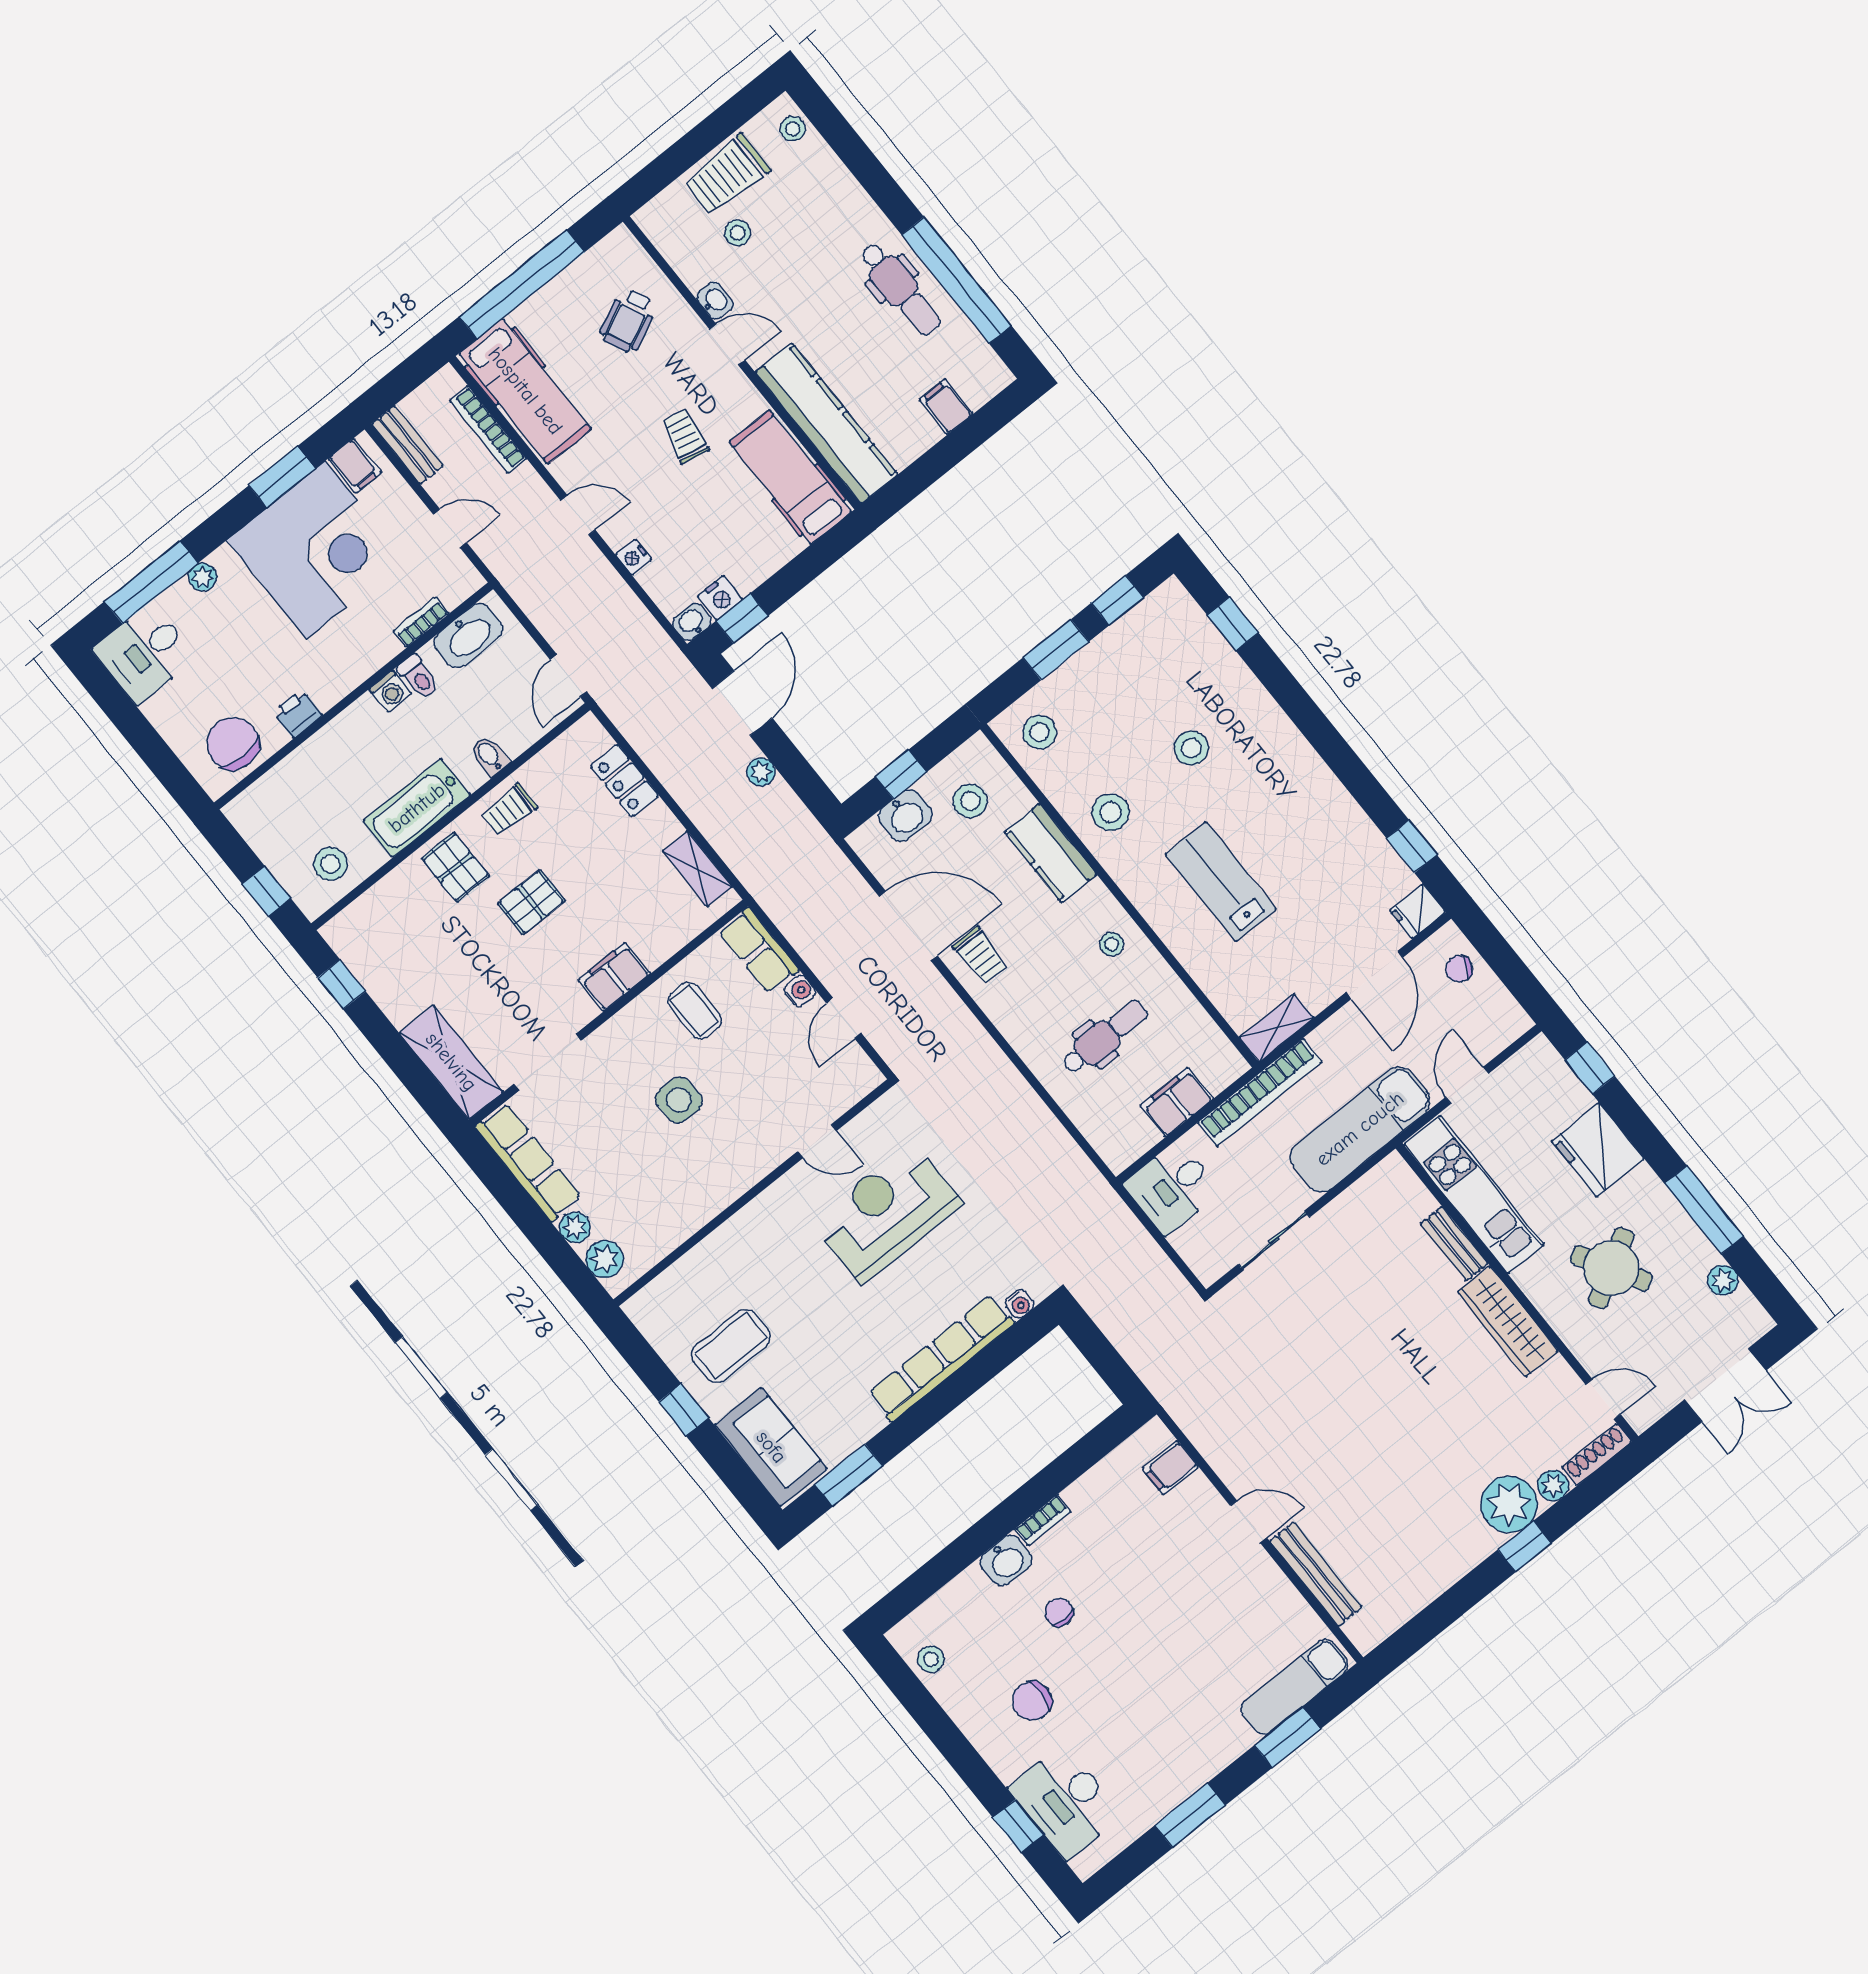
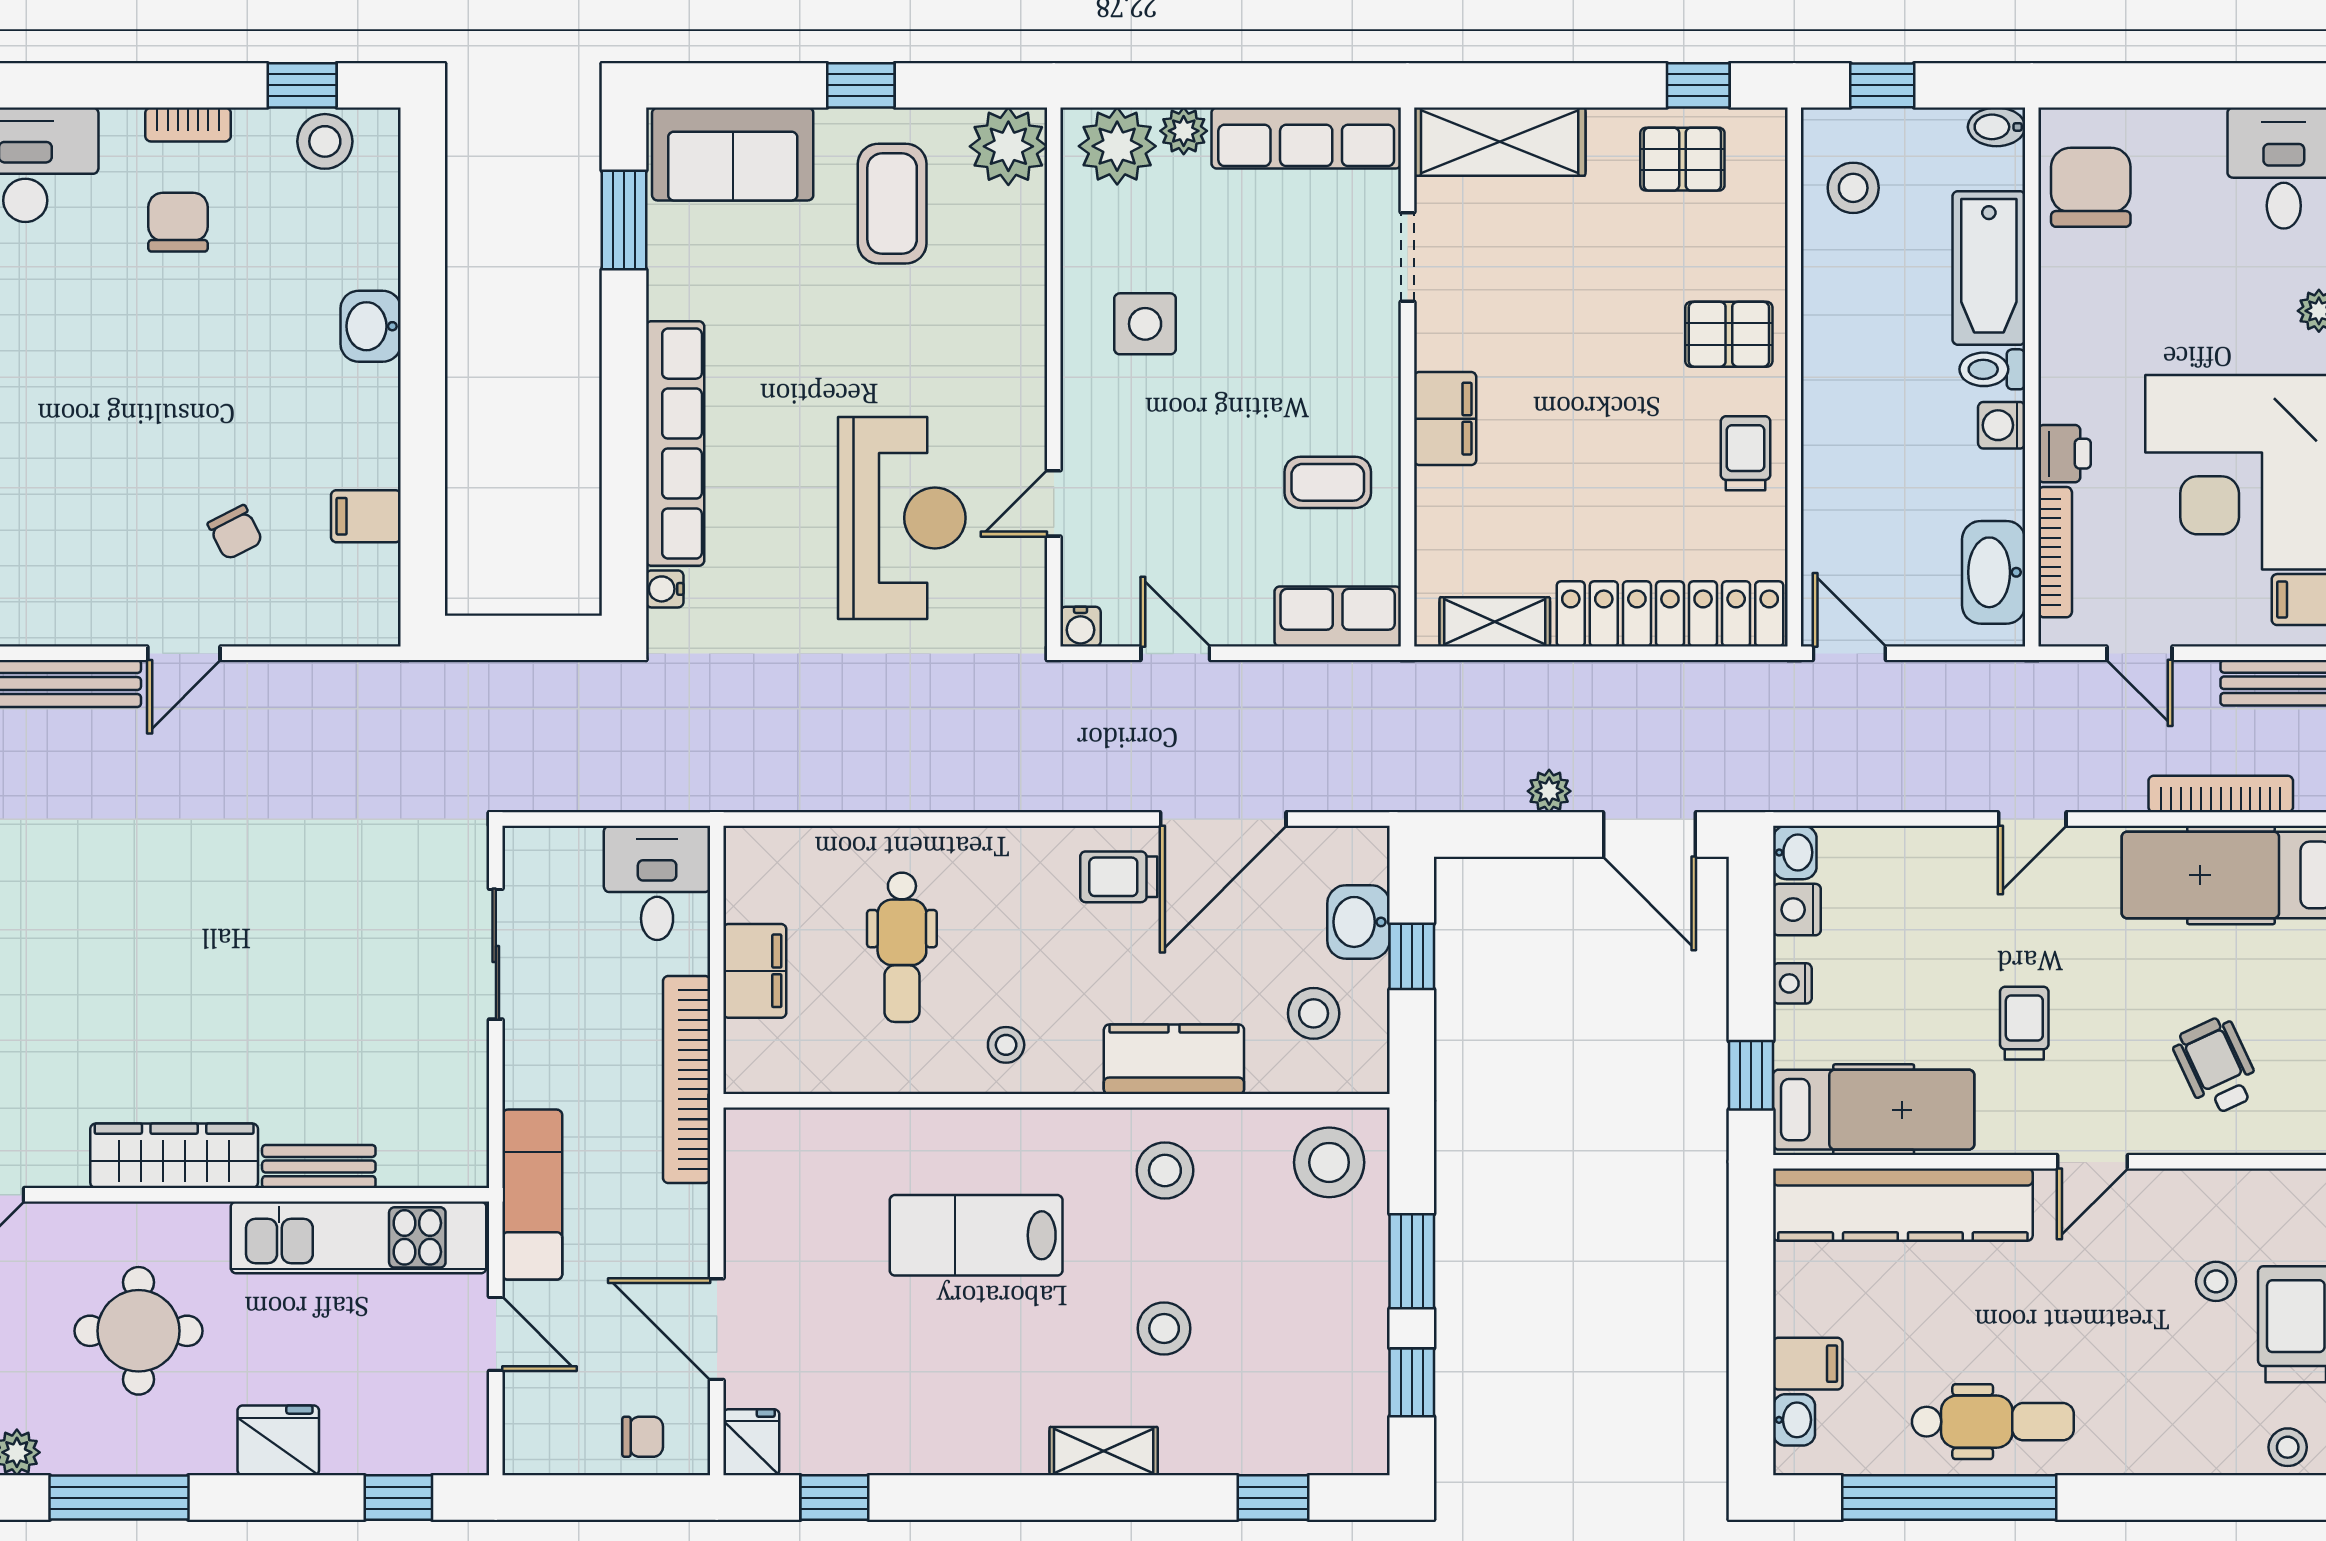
dental chair: (900, 289) -> (1993, 1422), turned 180
washbasin: (715, 301) -> (1794, 1420), moved, turned -90
trolley: (685, 436) -> (2024, 1023), turned -102
door: (450, 528) -> (2139, 653), hinge flipped
nightstand: (633, 557) -> (1792, 983), moved, turned -90
window: (742, 618) -> (1751, 1075), moved
bookcase: (421, 622) -> (2055, 552), width x1.56
toilet: (418, 677) -> (1992, 369), moved
printer: (297, 714) -> (2065, 454), moved
stool: (1039, 732) -> (1329, 1162), width x1.38, depth x1.38
chair: (233, 743) -> (2091, 187), turned -90
bidet: (490, 756) -> (1997, 127), moved, turned 180
locker: (625, 781) -> (1670, 614), width x2.16, depth x1.21
bathtub: (417, 808) -> (1989, 268), moved, turned 180
lab bench: (1221, 882) -> (976, 1235), turned 180
pallet: (531, 902) -> (1682, 159), moved, turned 90
chair: (1459, 969) -> (643, 1437), turned 66
water cooler: (800, 991) -> (1080, 627), moved
shelving: (1276, 1028) -> (1104, 1451), moved, turned 90
doorway: (548, 1062) -> (1407, 257), width x0.73
side table: (679, 1100) -> (1145, 324), moved
exam couch: (1360, 1129) -> (532, 1195), width x0.73, depth x0.69
fridge: (1598, 1150) -> (278, 1440), width x0.73, depth x0.75
plant: (605, 1259) -> (1117, 146), width x1.36, depth x1.36
round table: (1611, 1268) -> (139, 1331), turned 30
plant: (654, 1310) -> (1008, 146), added
filing cabinet: (1170, 1468) -> (366, 516), moved, turned -90
bookcase: (1043, 1520) -> (188, 125), moved, turned -90
chair: (1059, 1612) -> (235, 532), moved, turned 63
stool: (931, 1659) -> (325, 141), width x1.37, depth x1.37
window: (1018, 1826) -> (302, 85), moved

